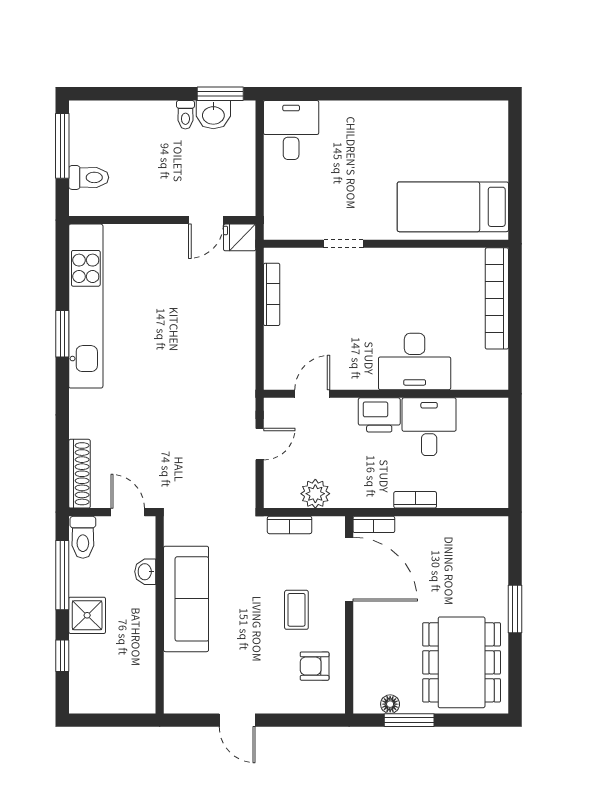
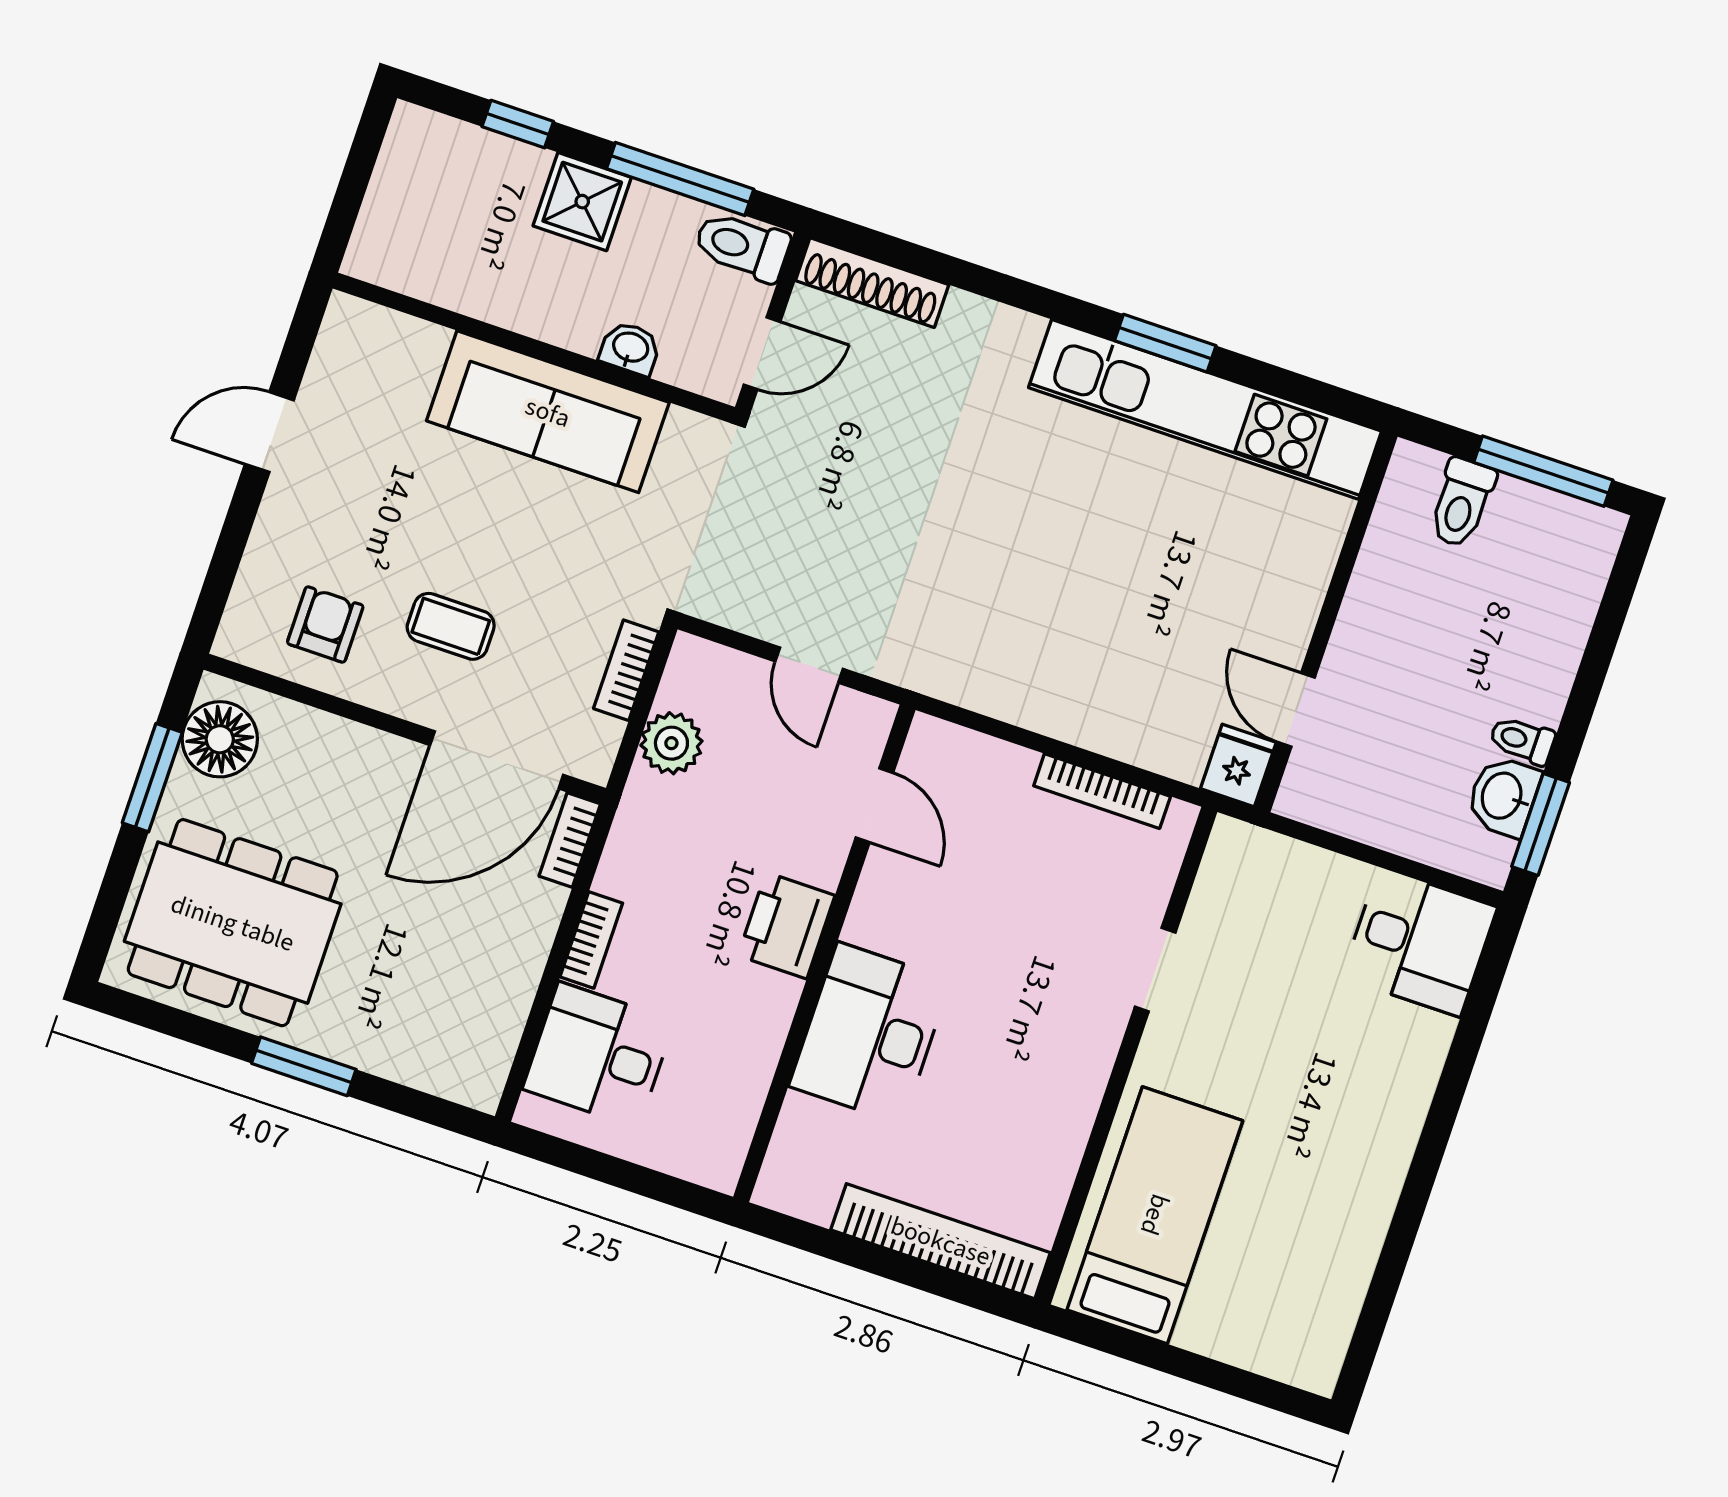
desk: (429, 427) -> (598, 1055), moved, turned 180
floor lamp: (390, 704) -> (220, 739), width x1.89, depth x1.89

